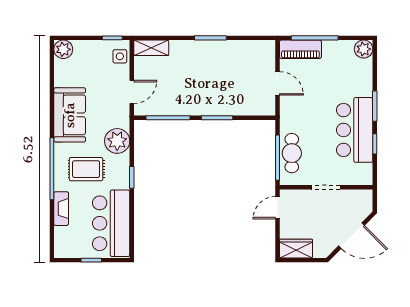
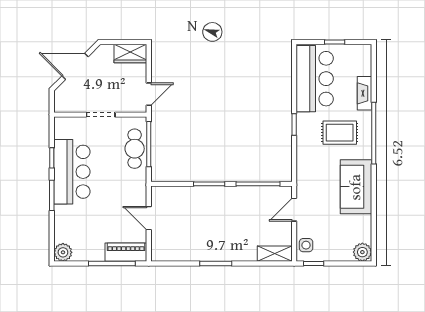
plant: (117, 141) -> (309, 161), removed

